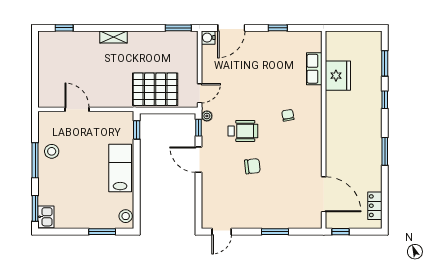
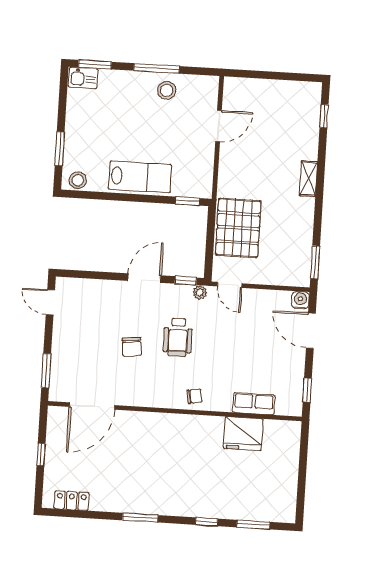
row of seats: (314, 69) -> (254, 404), moved
fridge: (338, 76) -> (243, 434), moved
wall: (324, 130) -> (175, 411), moved
door: (324, 194) -> (92, 406), moved

